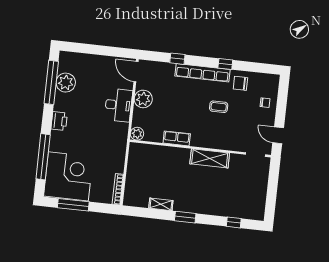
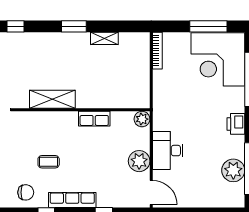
row of seats: (202, 73) -> (72, 200), width x0.73

